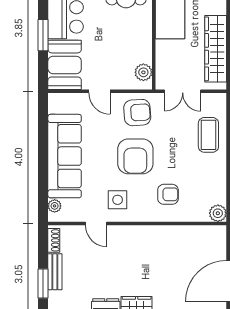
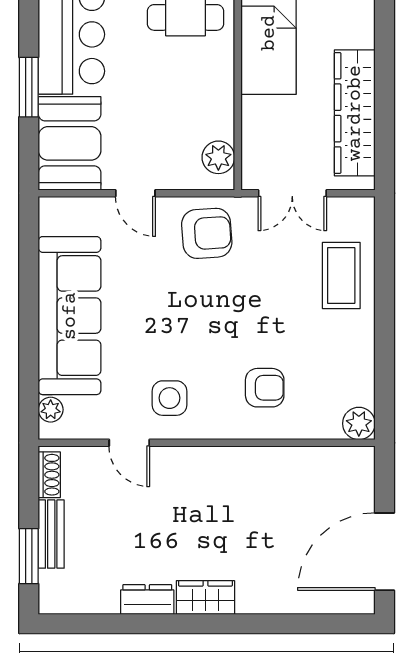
armchair: (135, 156) -> (203, 316), removed

